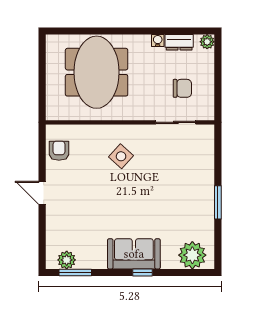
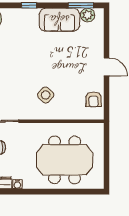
meeting table: (97, 72) -> (65, 160), turned 90
sofa: (134, 254) -> (59, 20), moved

